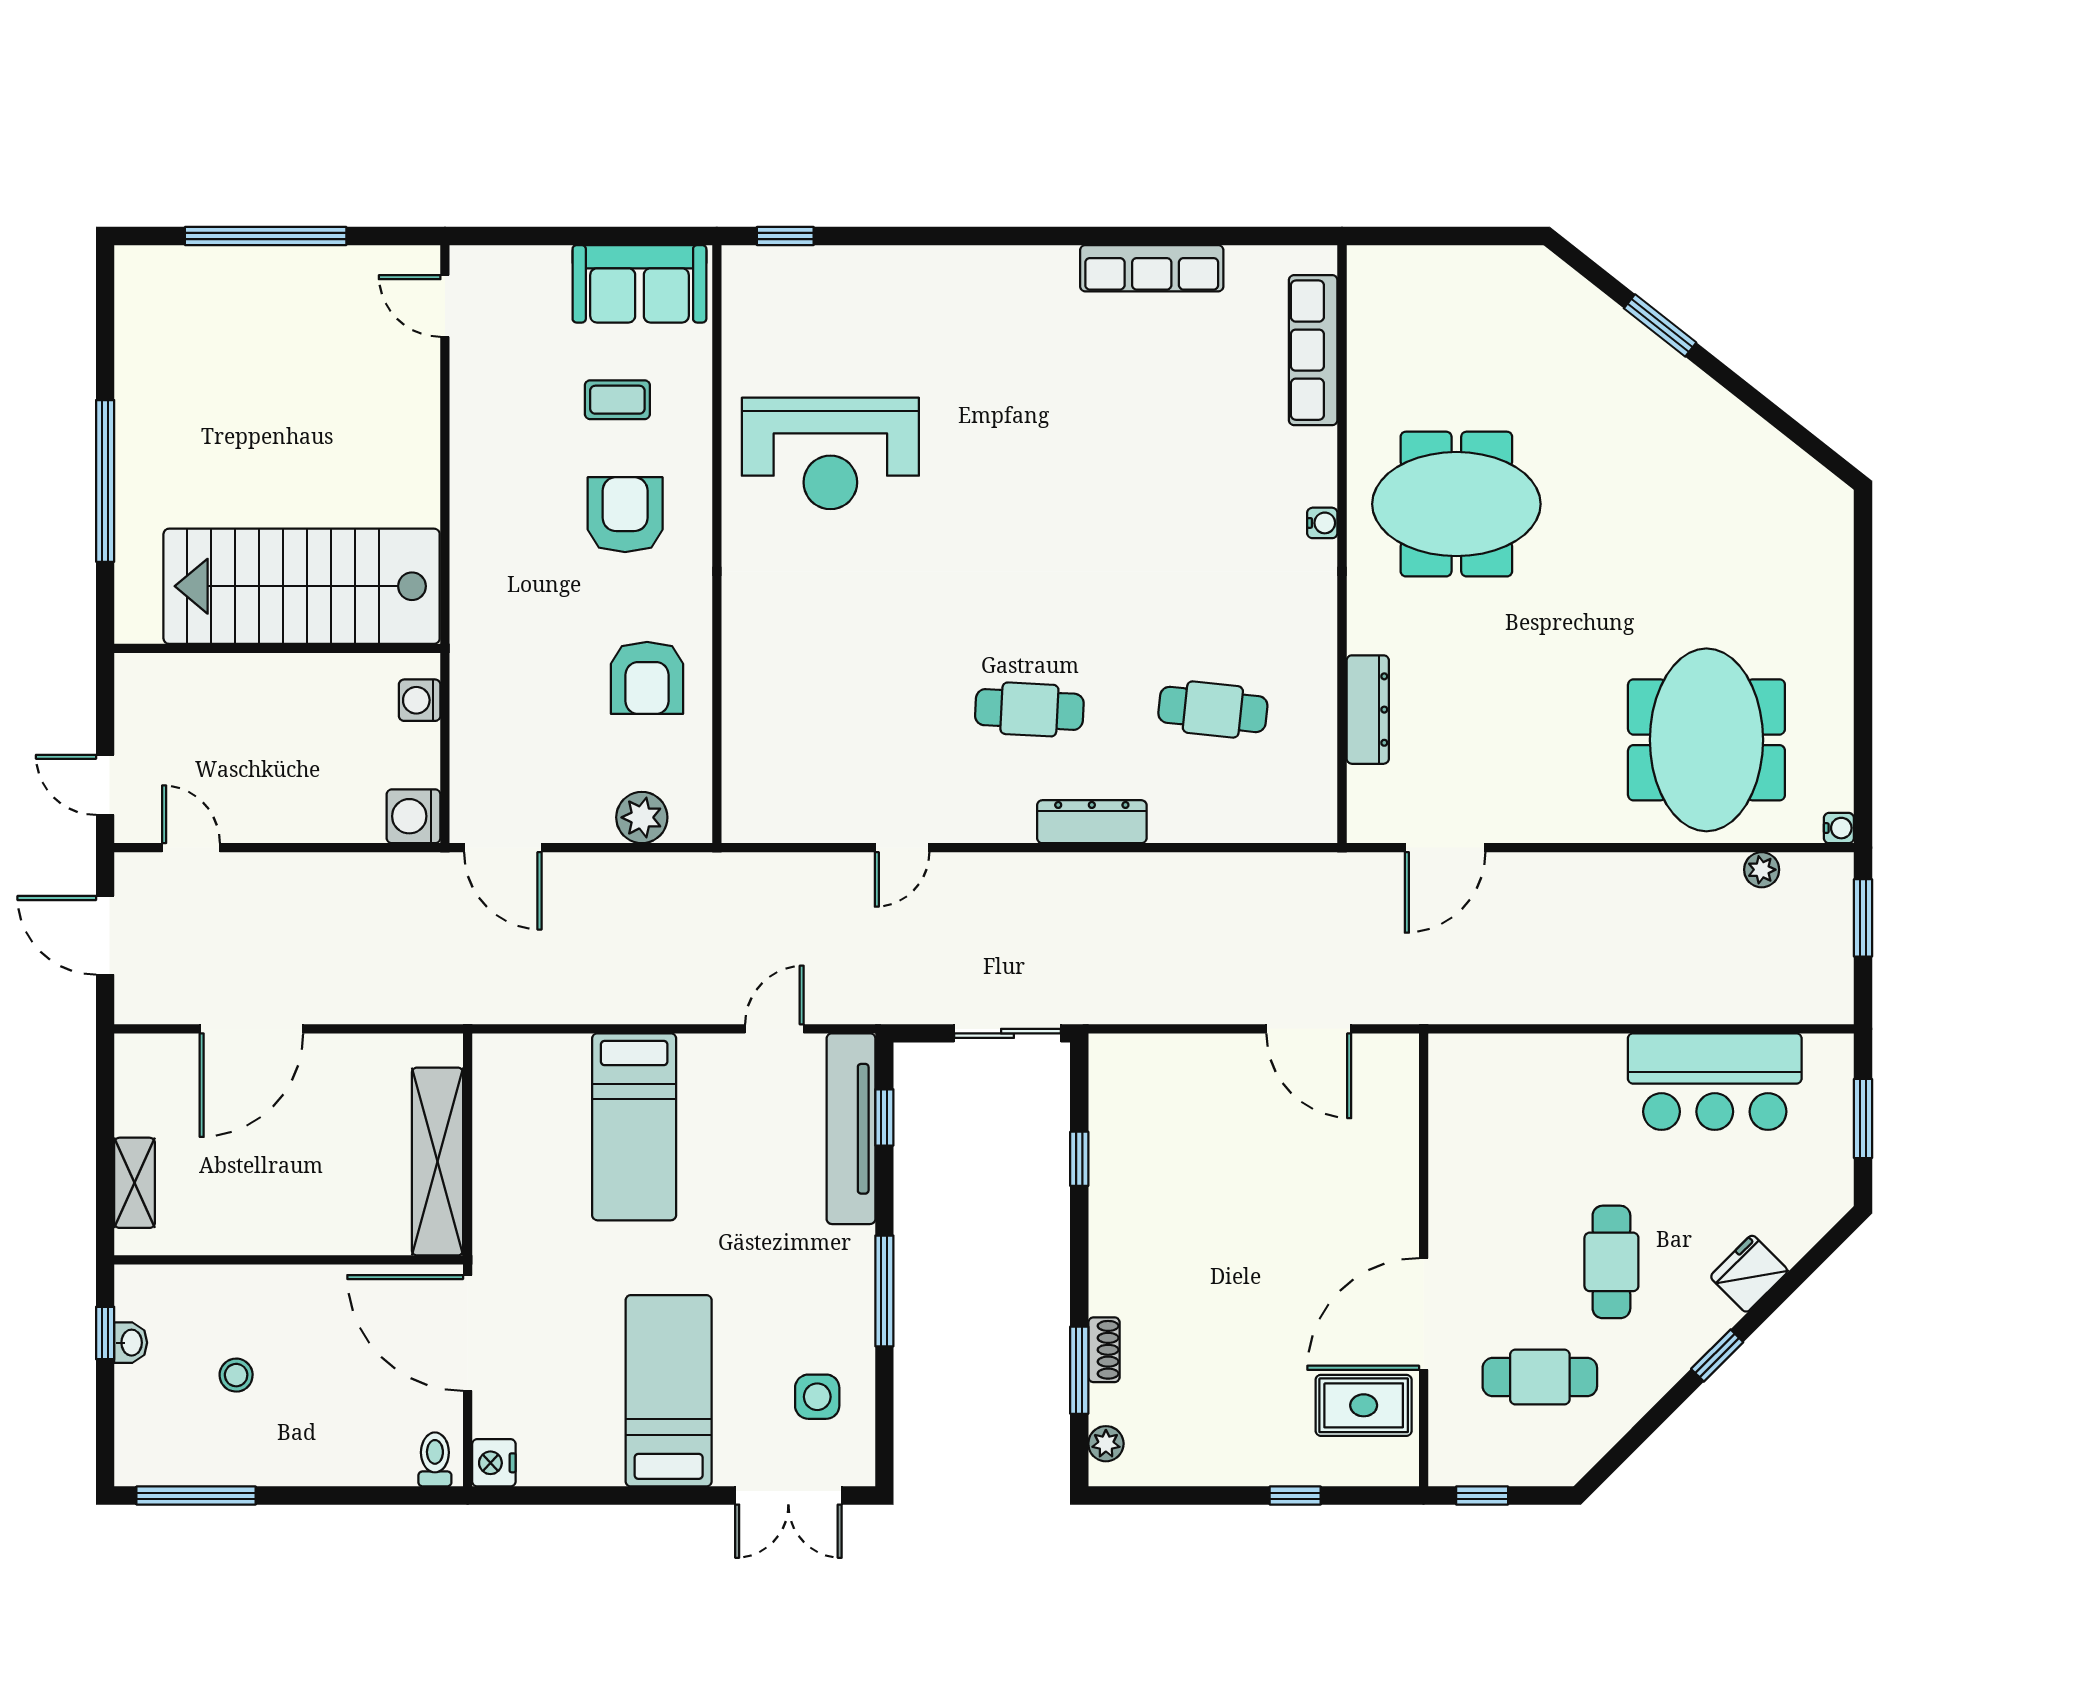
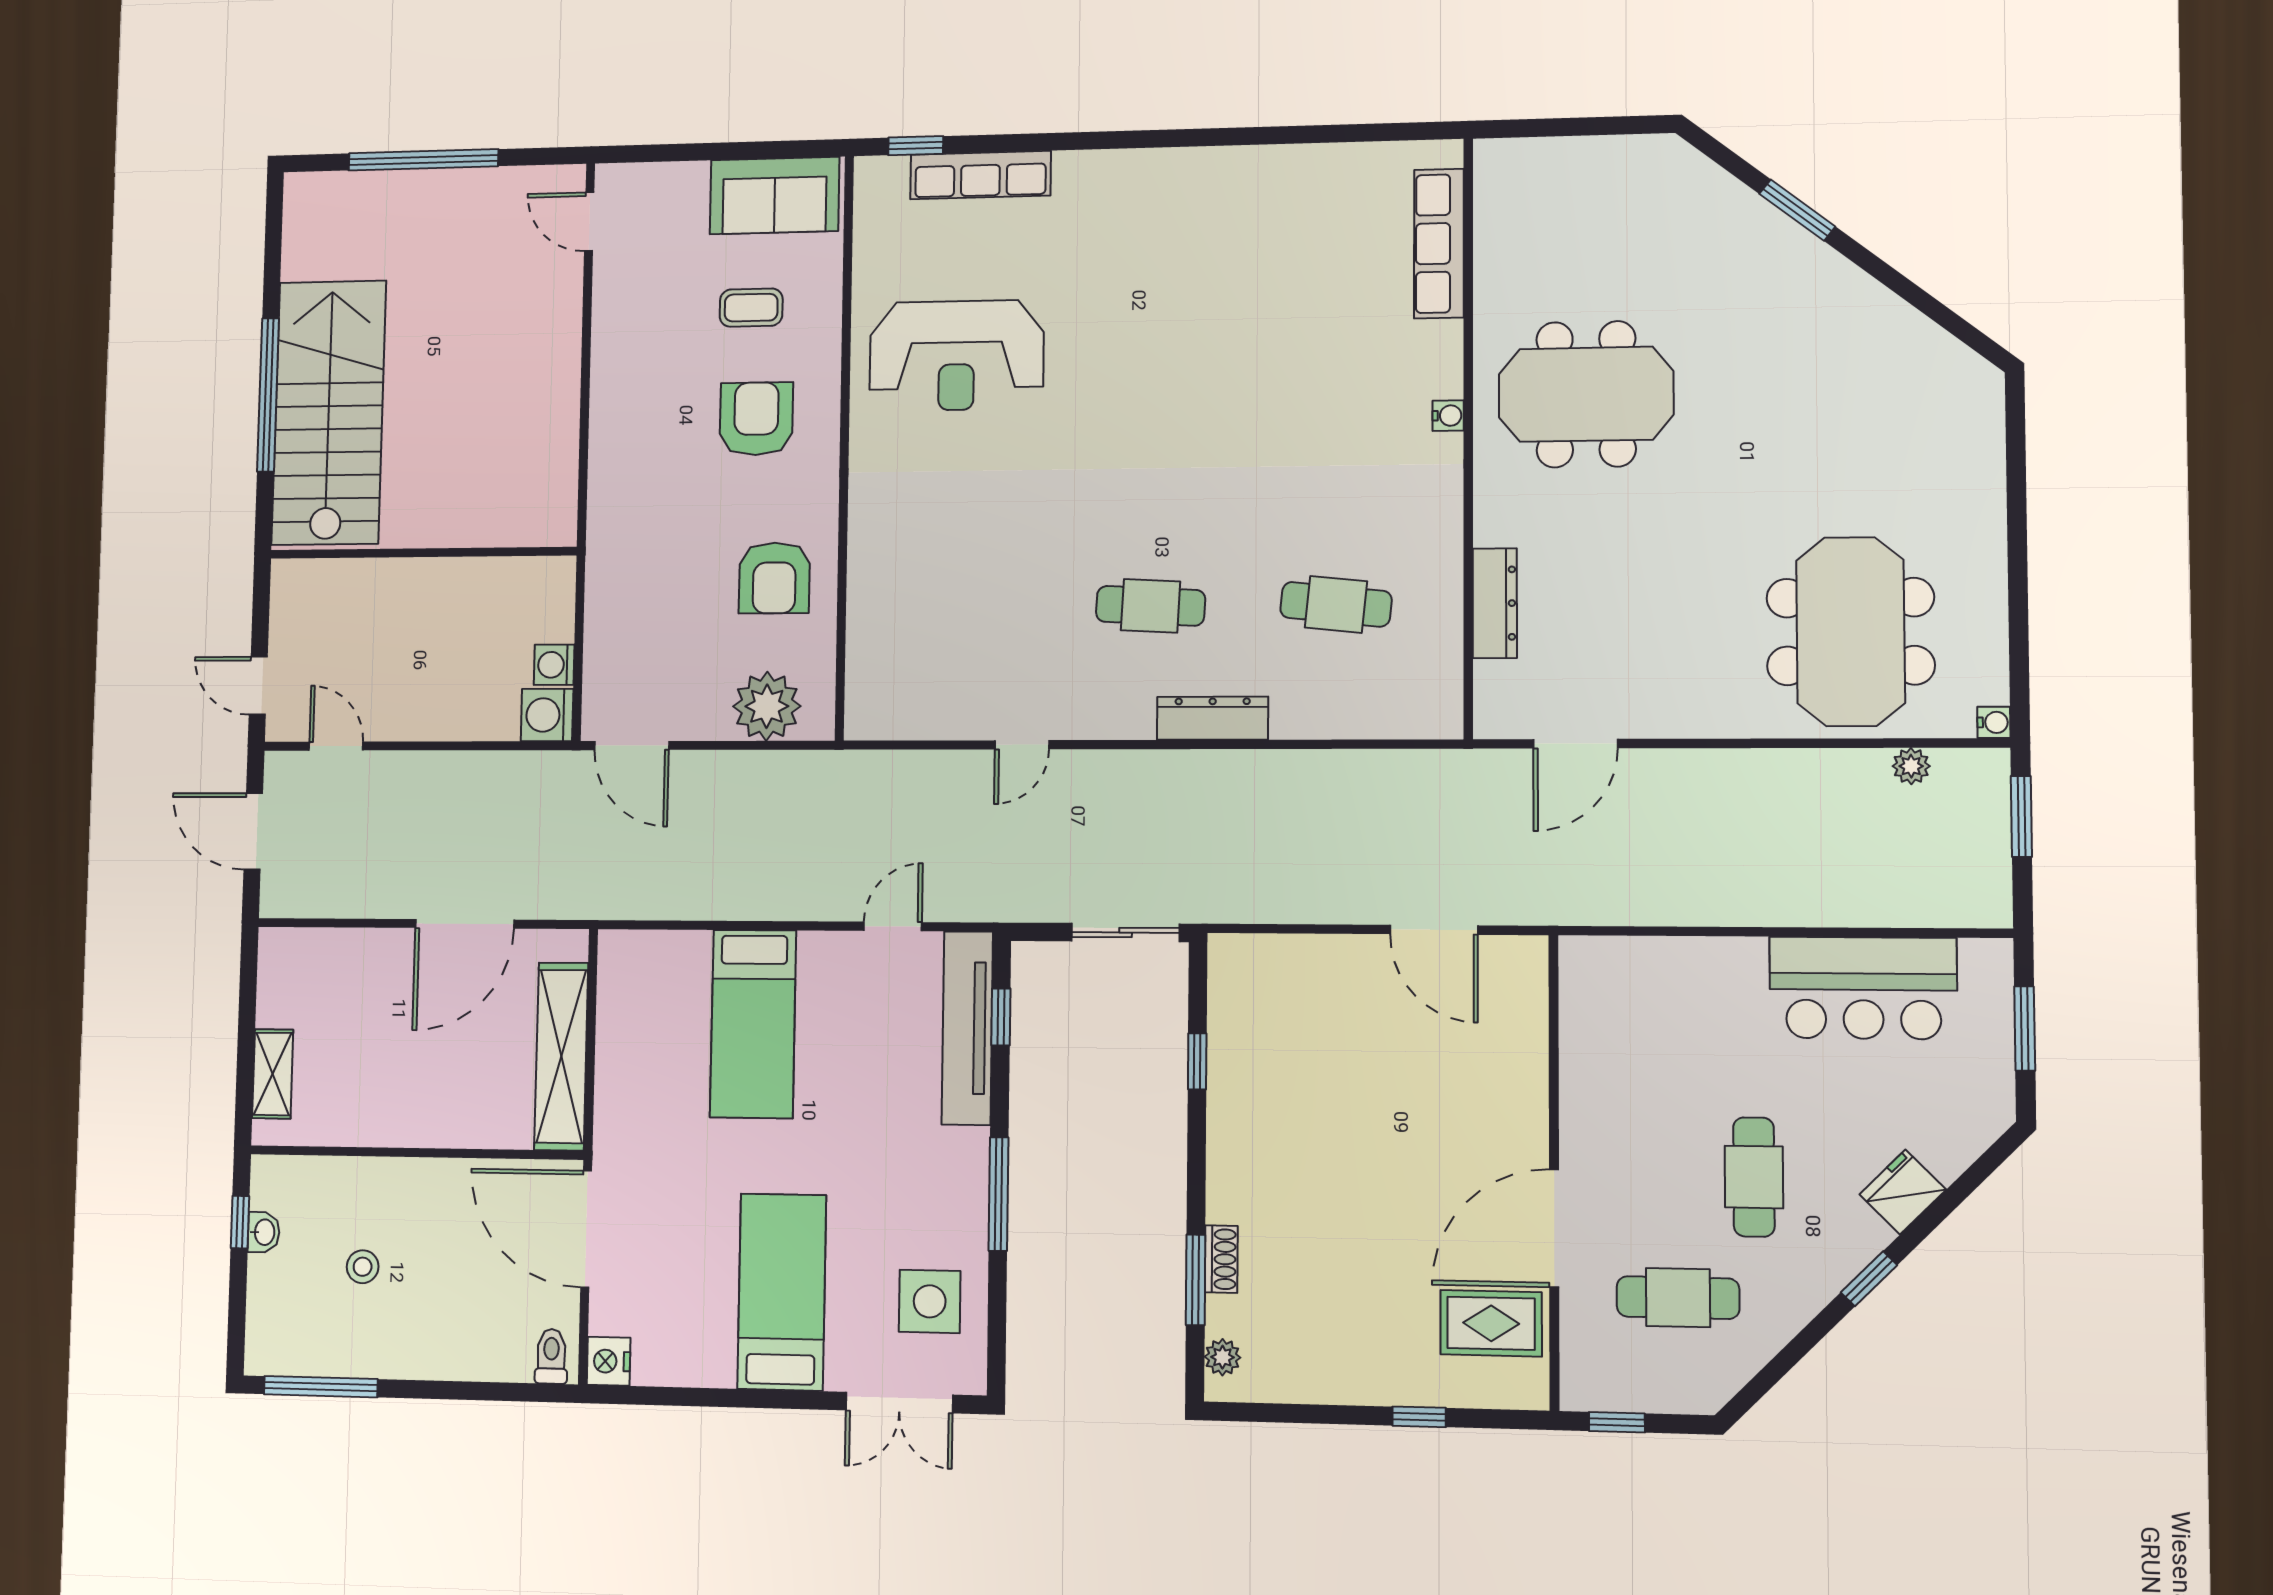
row of seats: (1152, 268) -> (980, 175), moved
stairs: (302, 586) -> (329, 413), moved, turned 90
washing machine: (420, 700) -> (554, 665), moved
plant: (642, 817) -> (767, 706), width x1.36, depth x1.36
door: (251, 1029) -> (465, 924), moved
side table: (817, 1397) -> (930, 1301), width x1.37, depth x1.37

